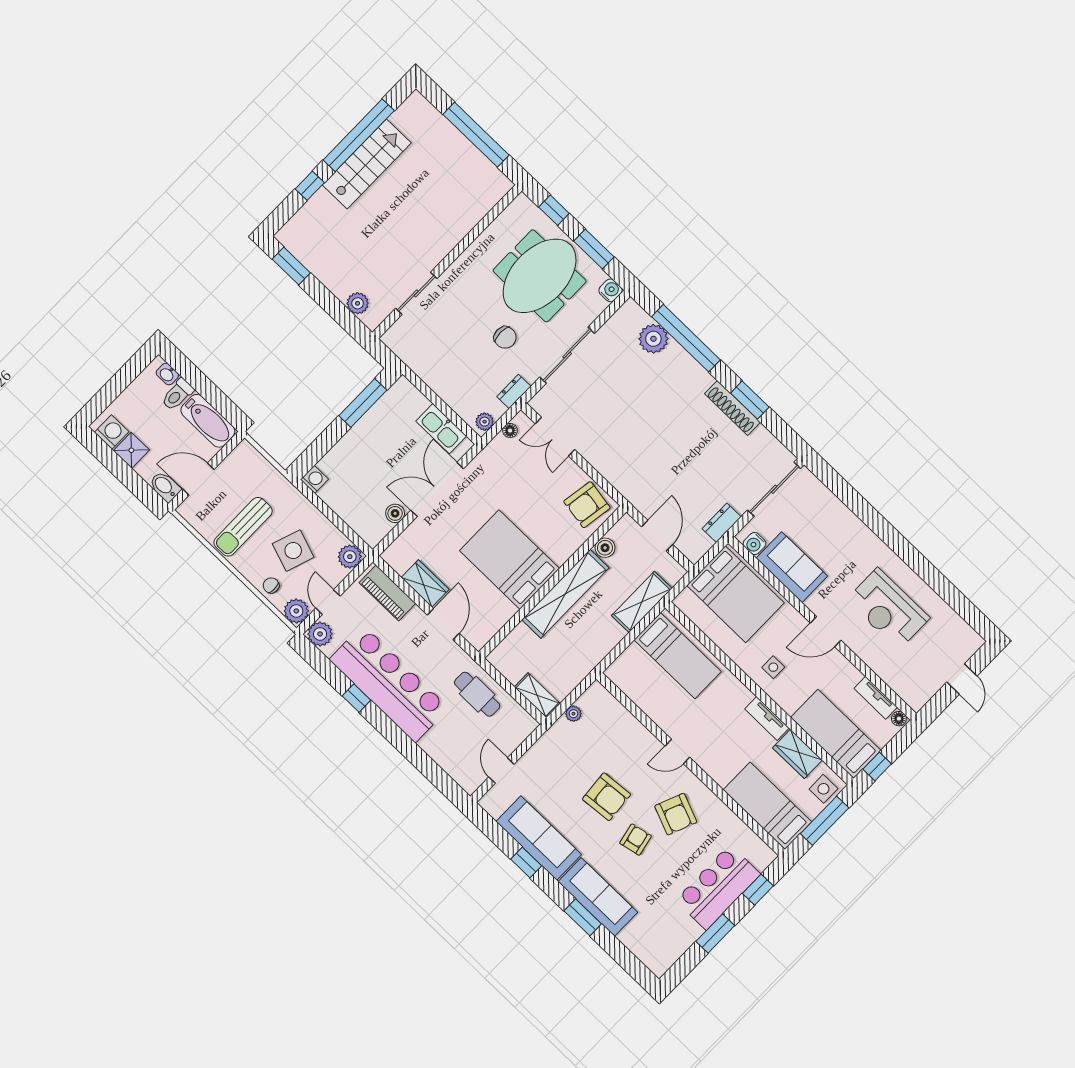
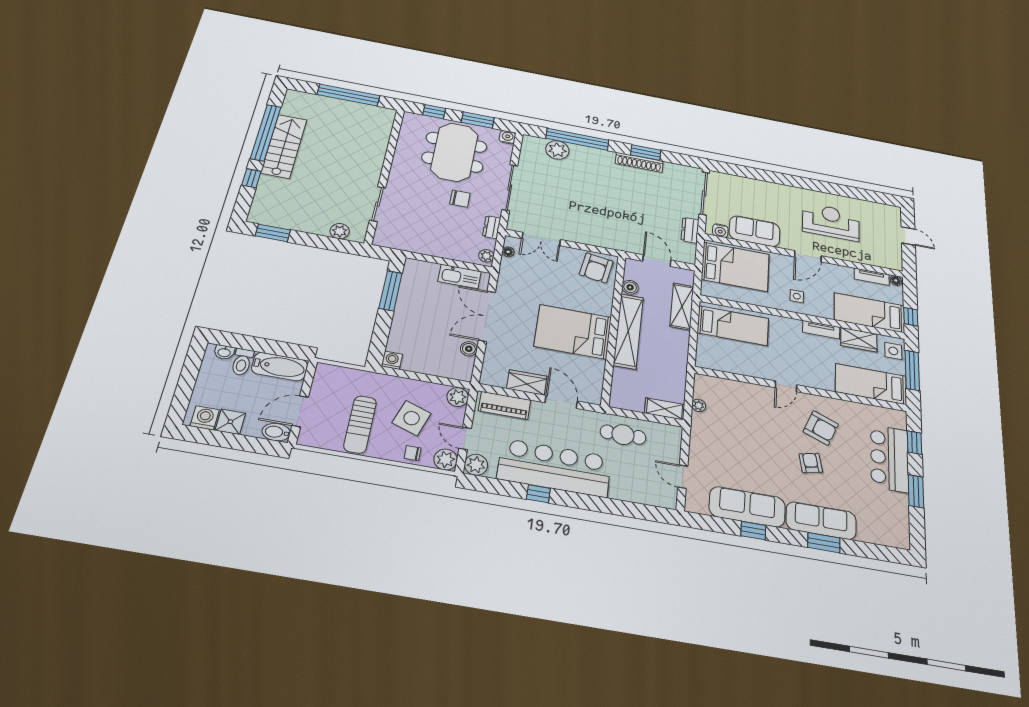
reception desk: (888, 609) -> (831, 222), turned 180
armchair: (606, 797) -> (767, 447), removed

